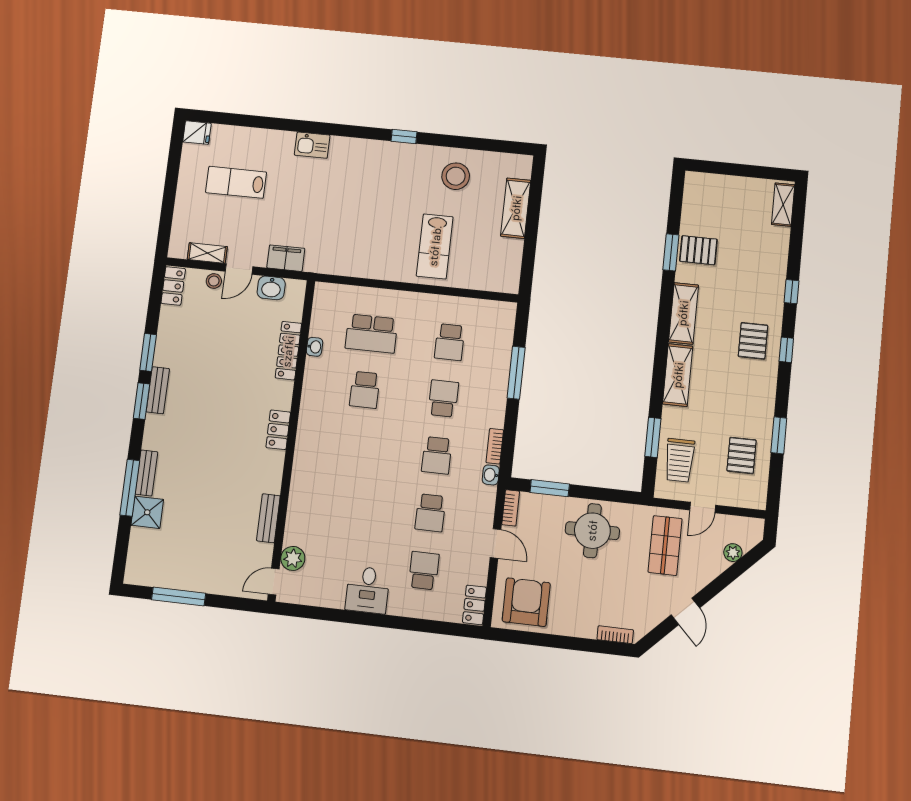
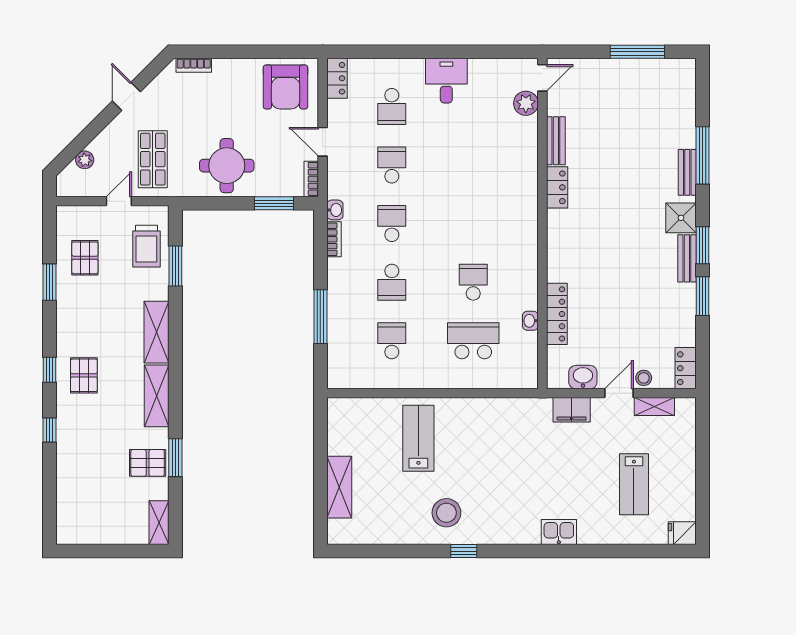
stool: (456, 176) -> (446, 513), moved
lab bench: (236, 182) -> (634, 484), turned 90
shelving: (783, 205) -> (159, 523), moved
locker: (278, 430) -> (557, 187), moved
trolley: (680, 460) -> (146, 246), turned 180
shower: (147, 512) -> (681, 218), moved

